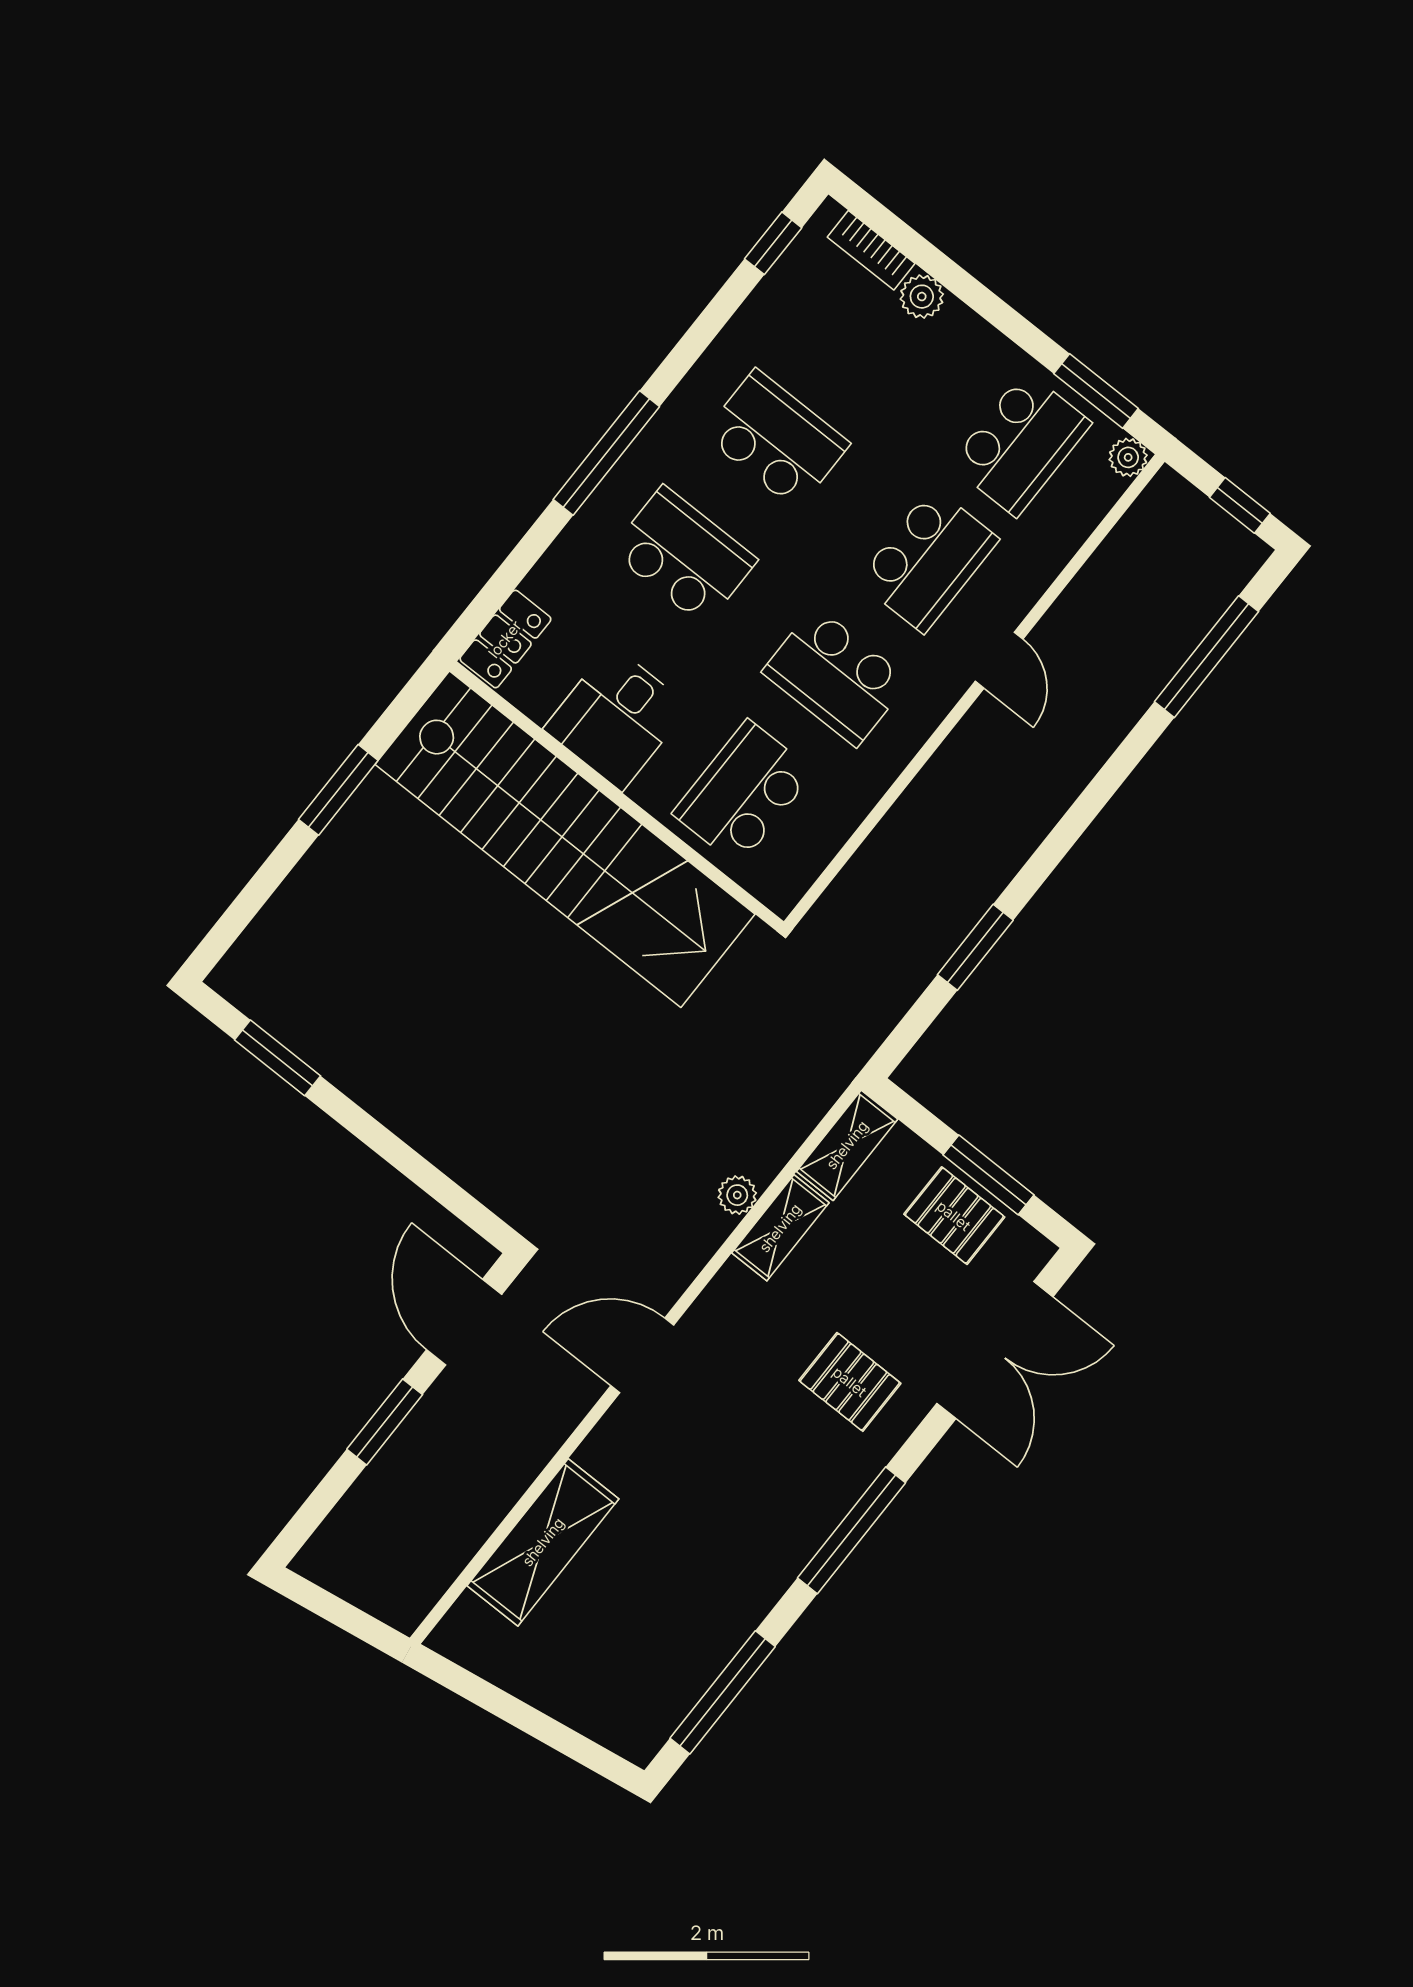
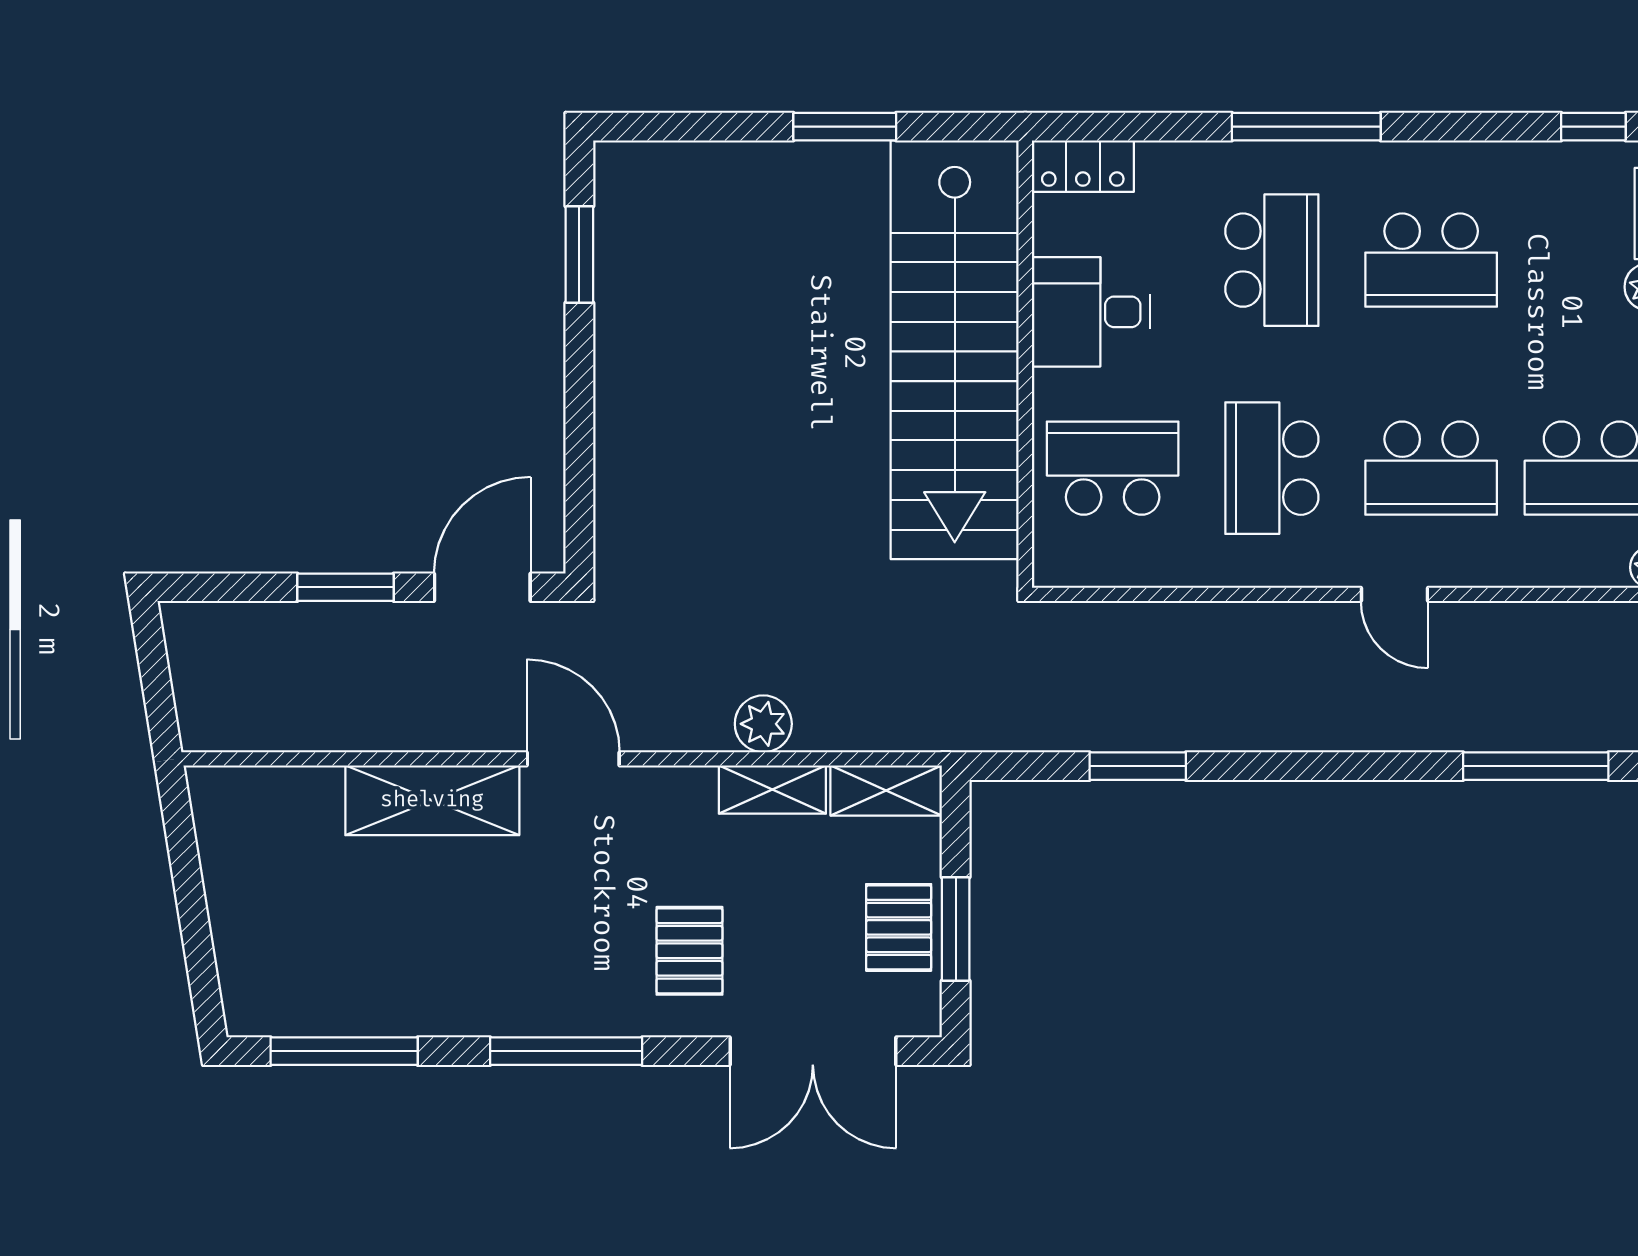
school desk: (776, 439) -> (1431, 260), turned 90
door: (999, 660) -> (1394, 594), hinge flipped
plant: (737, 1195) -> (763, 724), width x1.38, depth x1.38
shelving: (543, 1542) -> (432, 800), moved

